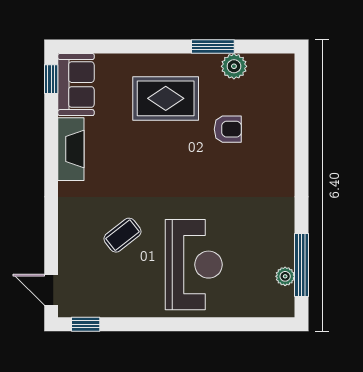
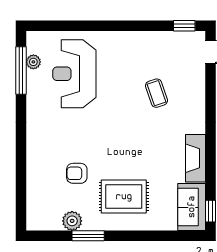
coffee table: (122, 235) -> (156, 93), turned -71
reception desk: (194, 265) -> (74, 74), moved

